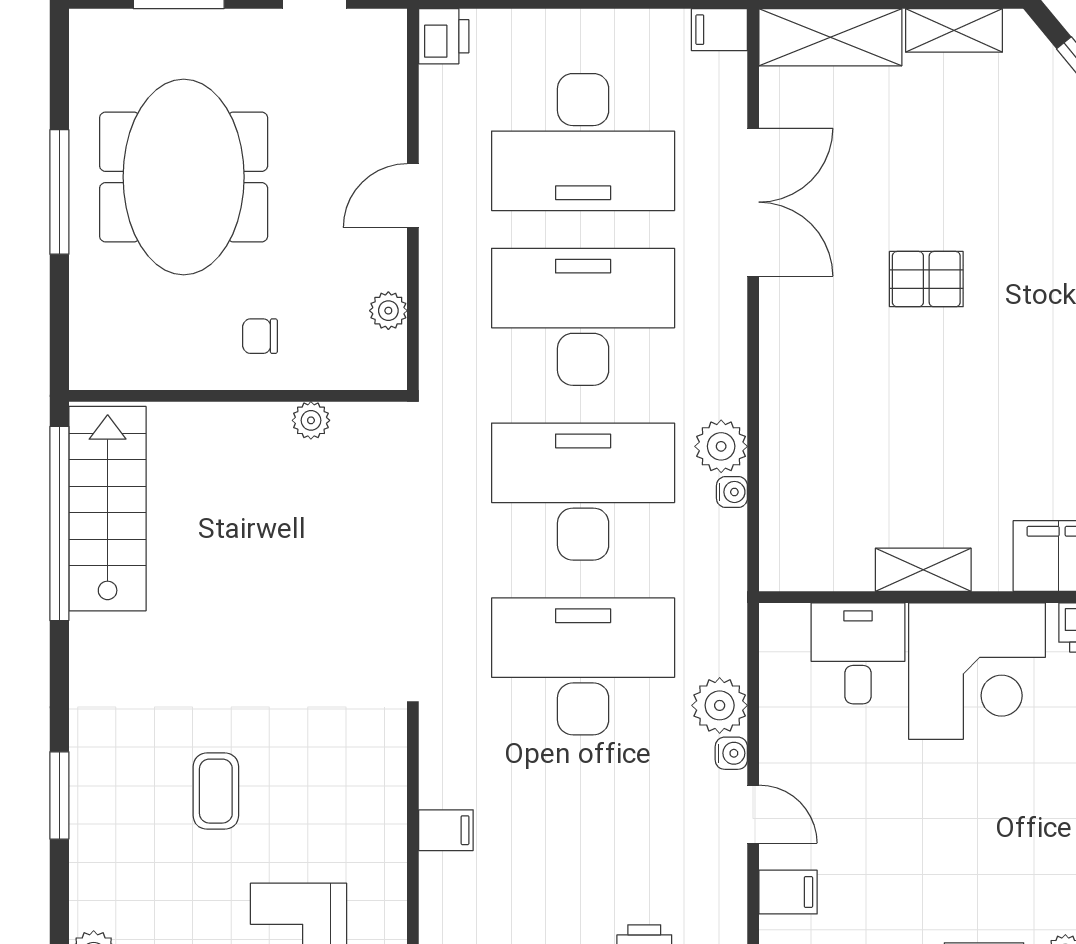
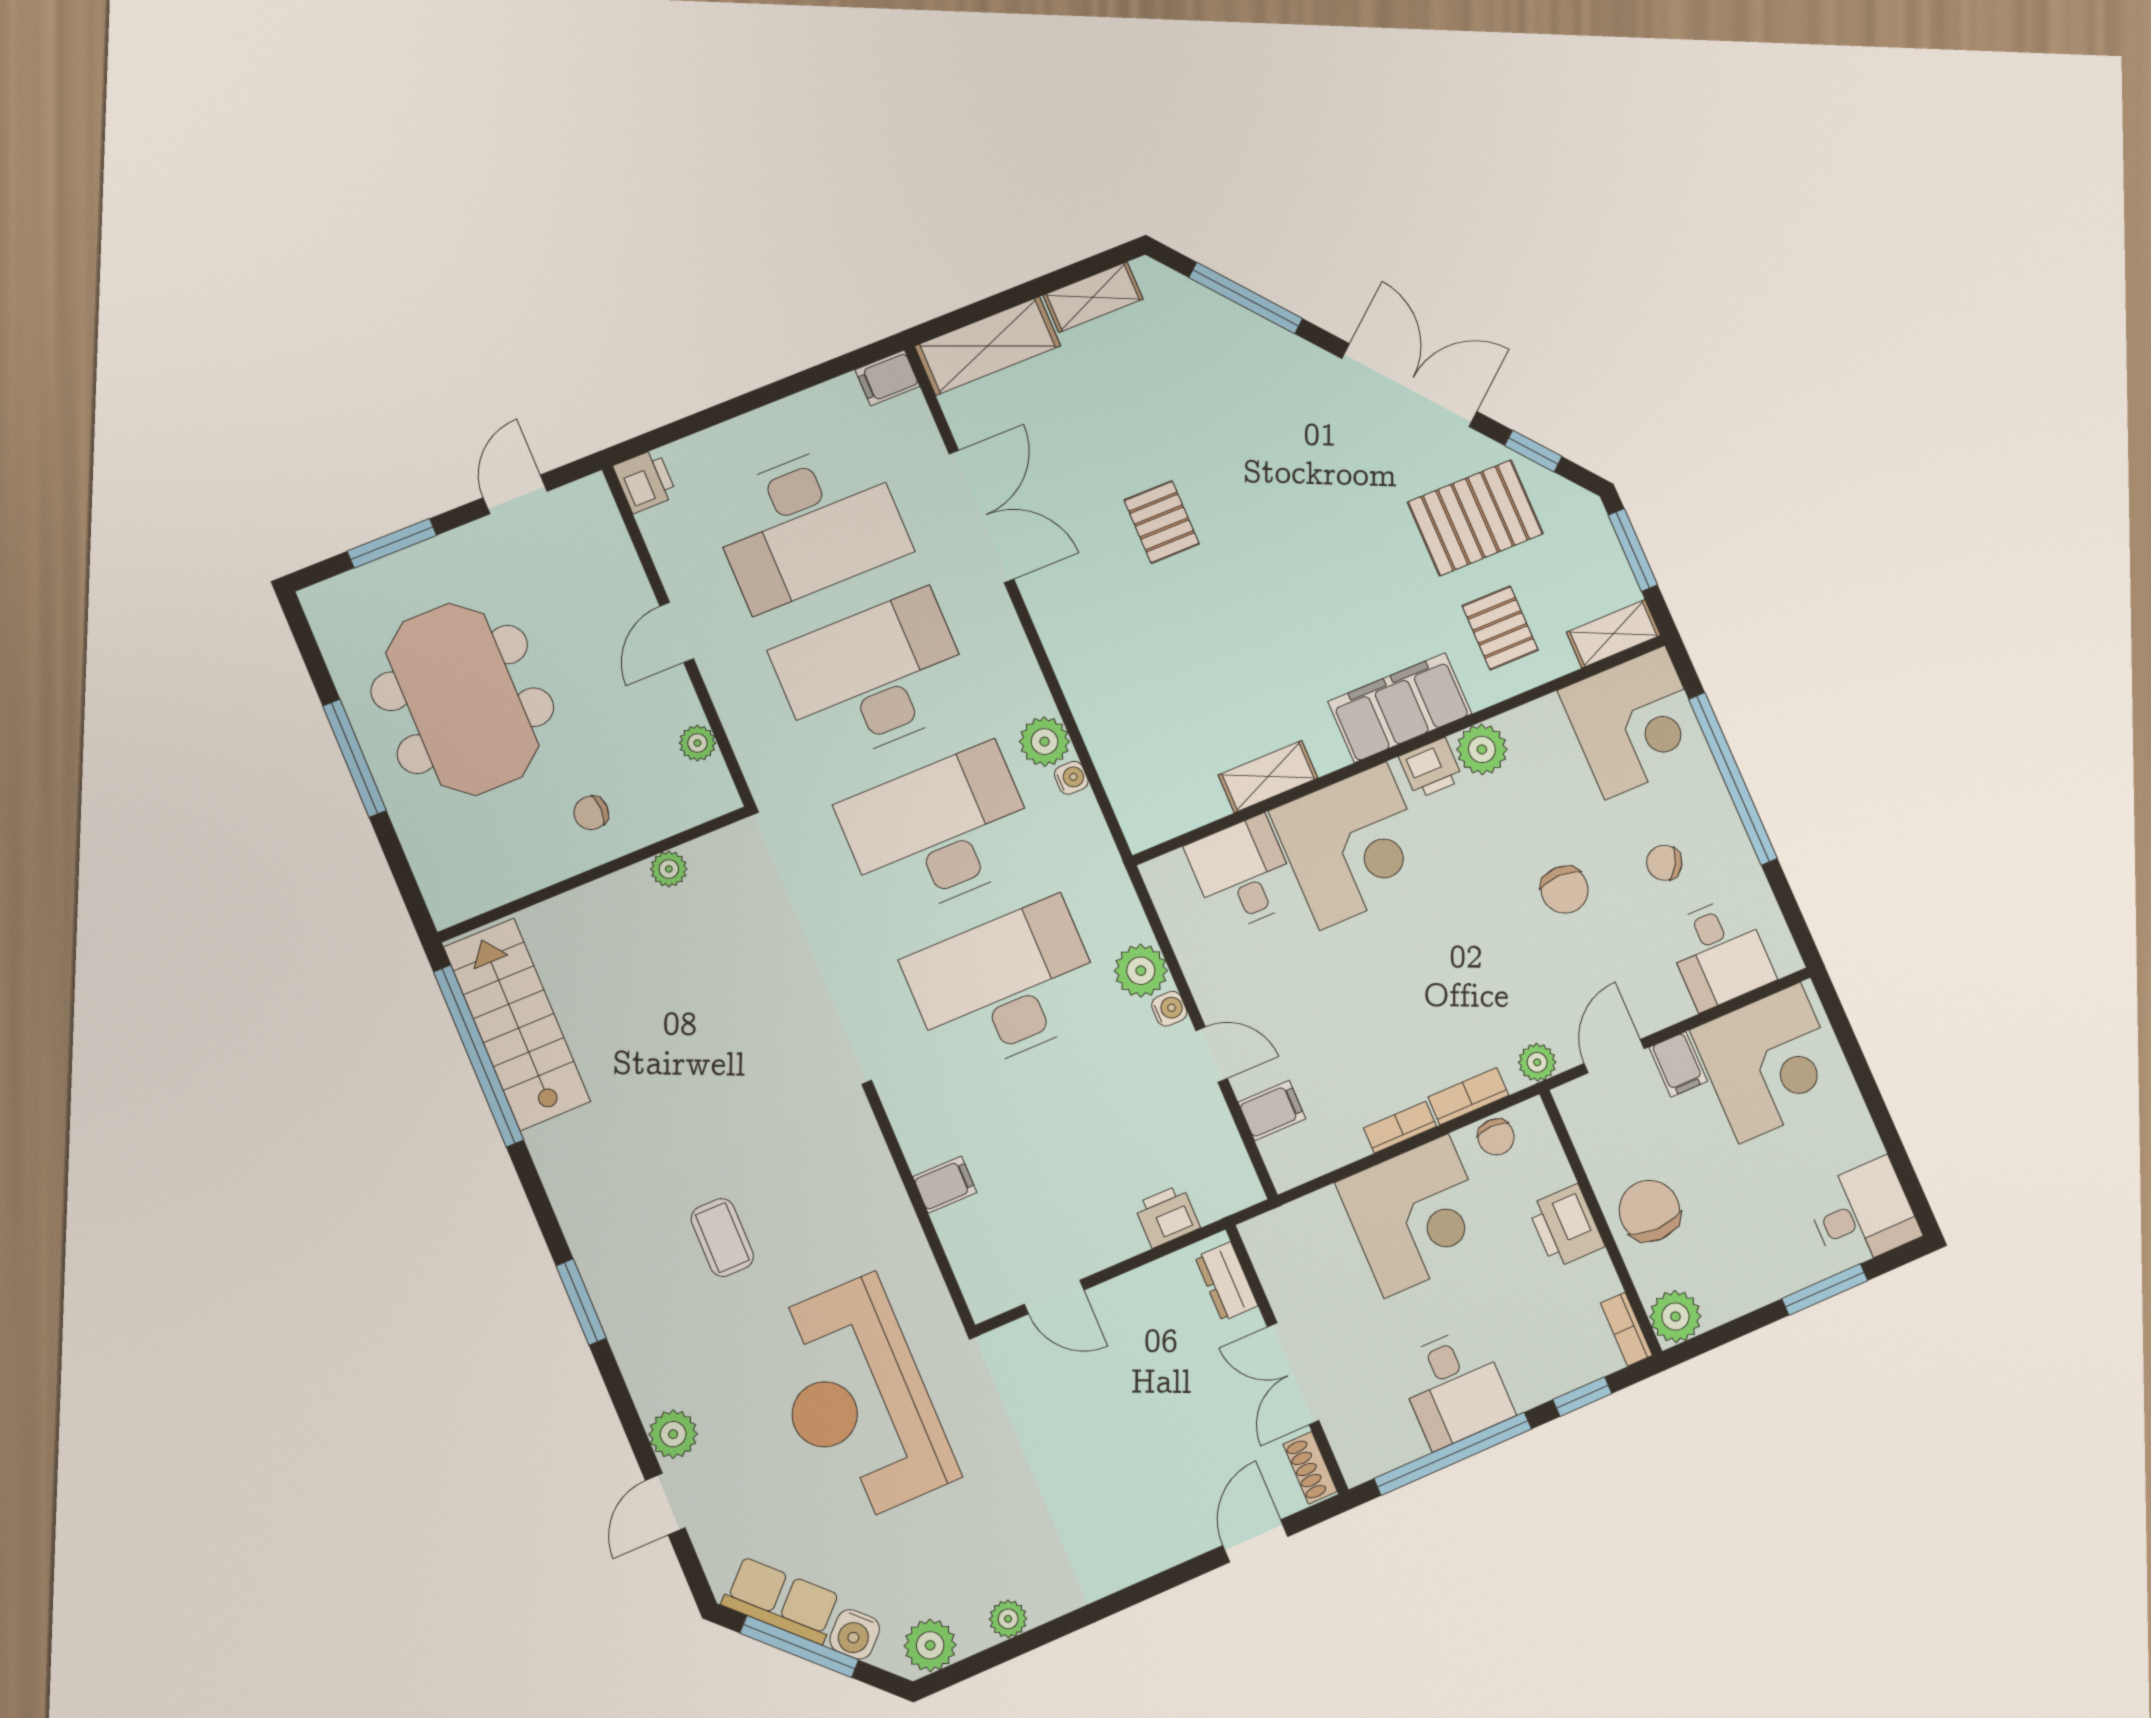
pallet: (926, 279) -> (1162, 522), turned 90

